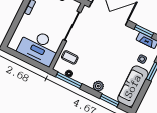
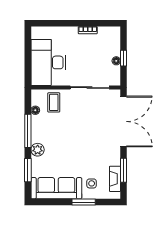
window: (69, 80) -> (28, 131), moved

